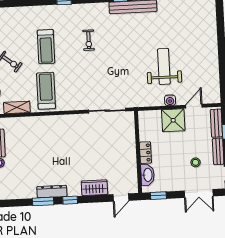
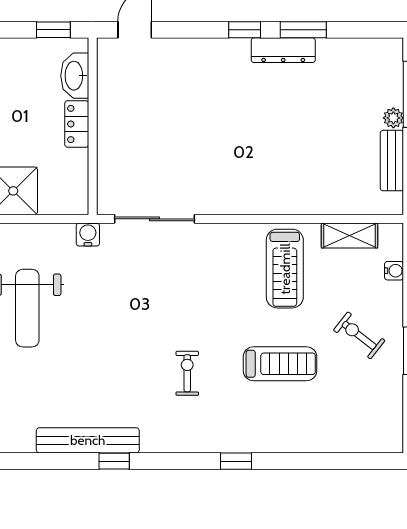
treadmill: (46, 47) -> (280, 364), turned 90
water cooler: (170, 100) -> (88, 235), moved
wardrobe: (94, 188) -> (191, 54), removed

